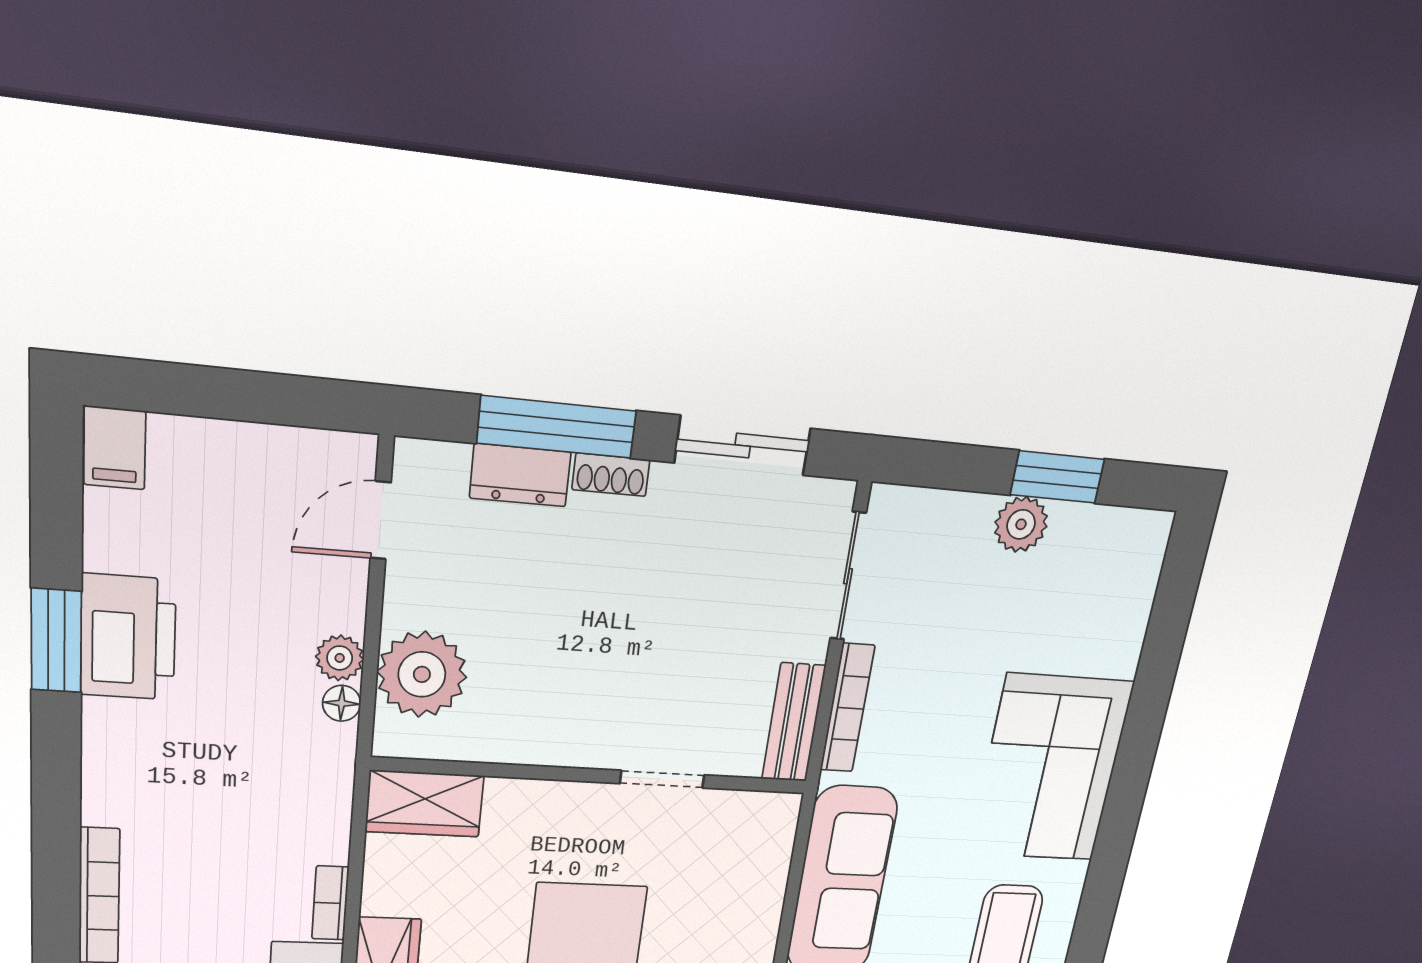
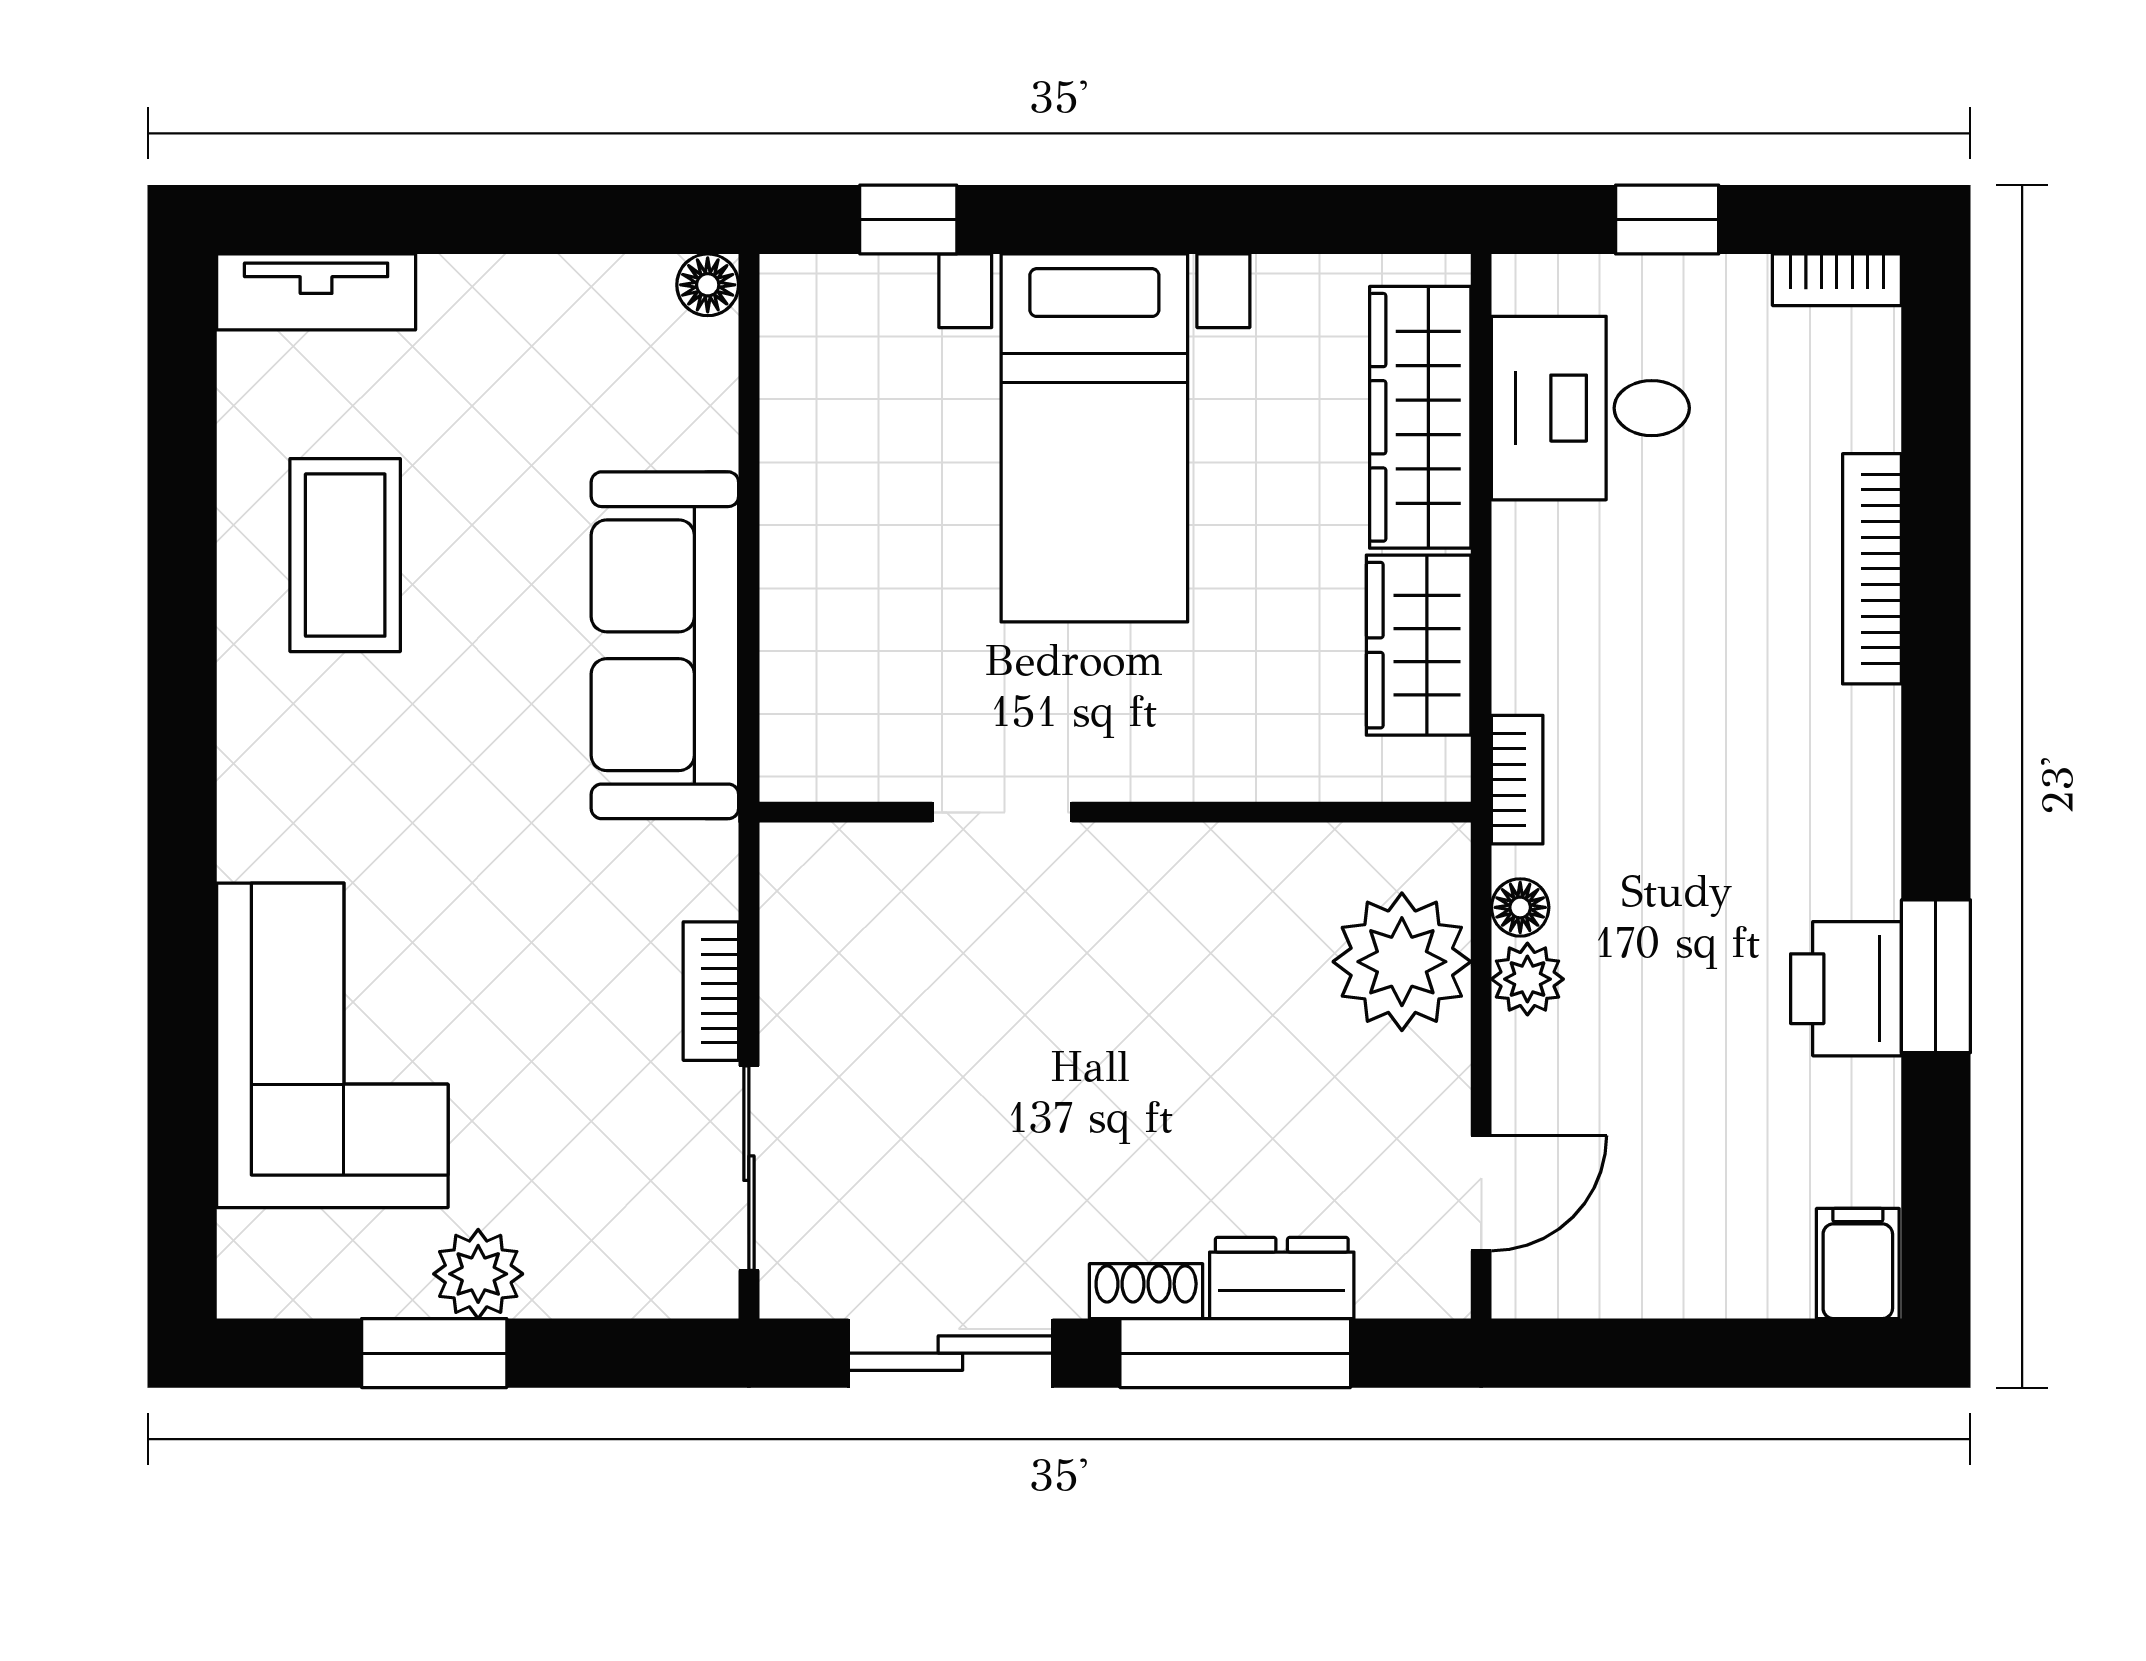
printer: (128, 637) -> (1846, 989), width x0.73, depth x0.84
bookcase: (847, 708) -> (711, 991), width x0.64
bench: (794, 723) -> (797, 922), removed
corner sofa: (1050, 768) -> (332, 1045), moved
wardrobe: (425, 804) -> (1419, 645), moved, turned -90
bookcase: (330, 903) -> (1517, 780), moved

